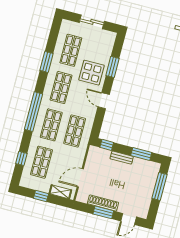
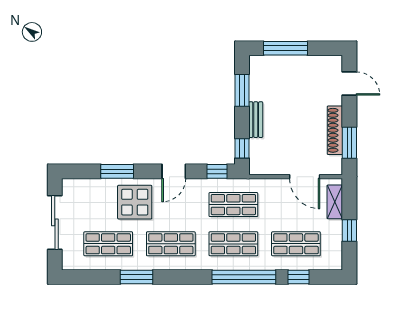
sliding door: (92, 22) -> (55, 222), width x1.37
window: (34, 112) -> (244, 277), moved
window: (97, 126) -> (217, 171), added
window: (103, 212) -> (349, 143), moved

